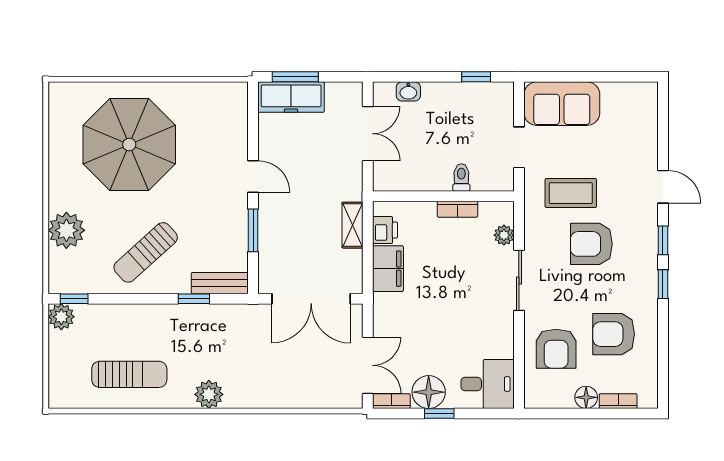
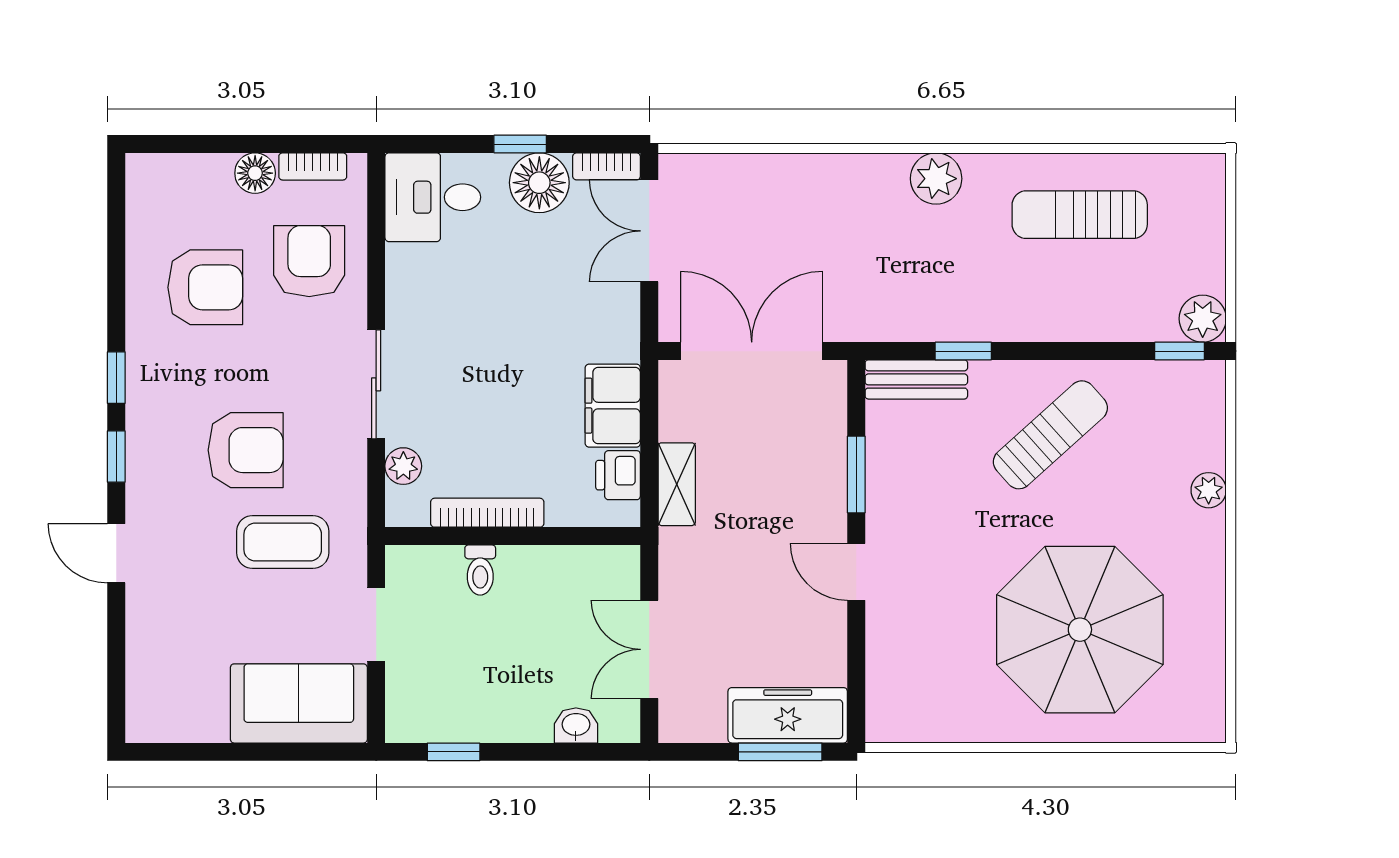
bookcase: (457, 209) -> (487, 513), width x1.56
plant: (66, 230) -> (1209, 490), width x0.53, depth x0.53
bookcase: (618, 401) -> (313, 166), moved

